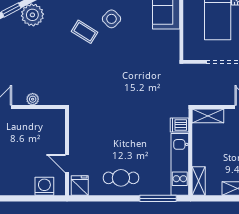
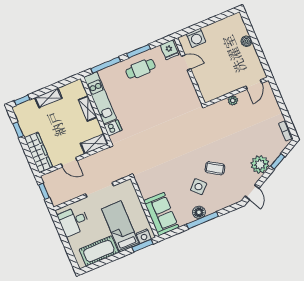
shelving: (199, 181) -> (88, 109), moved
window: (115, 198) -> (139, 51), added

